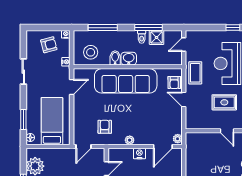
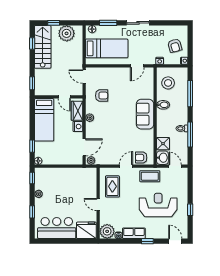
shower: (157, 37) -> (163, 144), moved
washbasin: (129, 59) -> (162, 158), moved
sliding door: (23, 72) -> (138, 23), moved
sofa: (126, 81) -> (145, 114), width x0.54, depth x0.79
door: (72, 87) -> (137, 66), hinge flipped
rug: (224, 102) -> (112, 186), moved
door: (227, 131) -> (98, 205), hinge flipped
door: (163, 146) -> (84, 147), swing flipped
wardrobe: (122, 154) -> (77, 111), added

